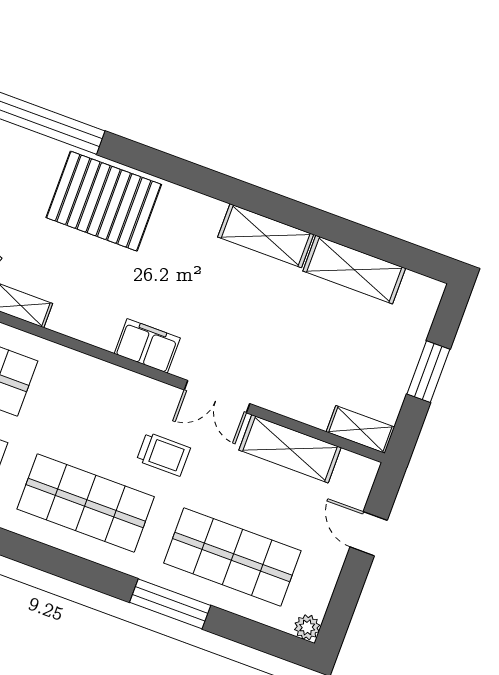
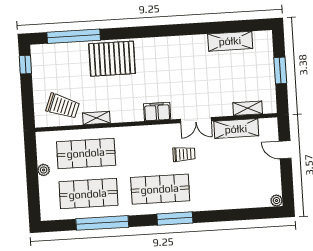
shelving: (266, 236) -> (187, 43), removed
shelving: (360, 429) -> (248, 108), moved
shop shelf: (232, 557) -> (232, 185), removed
window: (170, 604) -> (175, 218), moved

